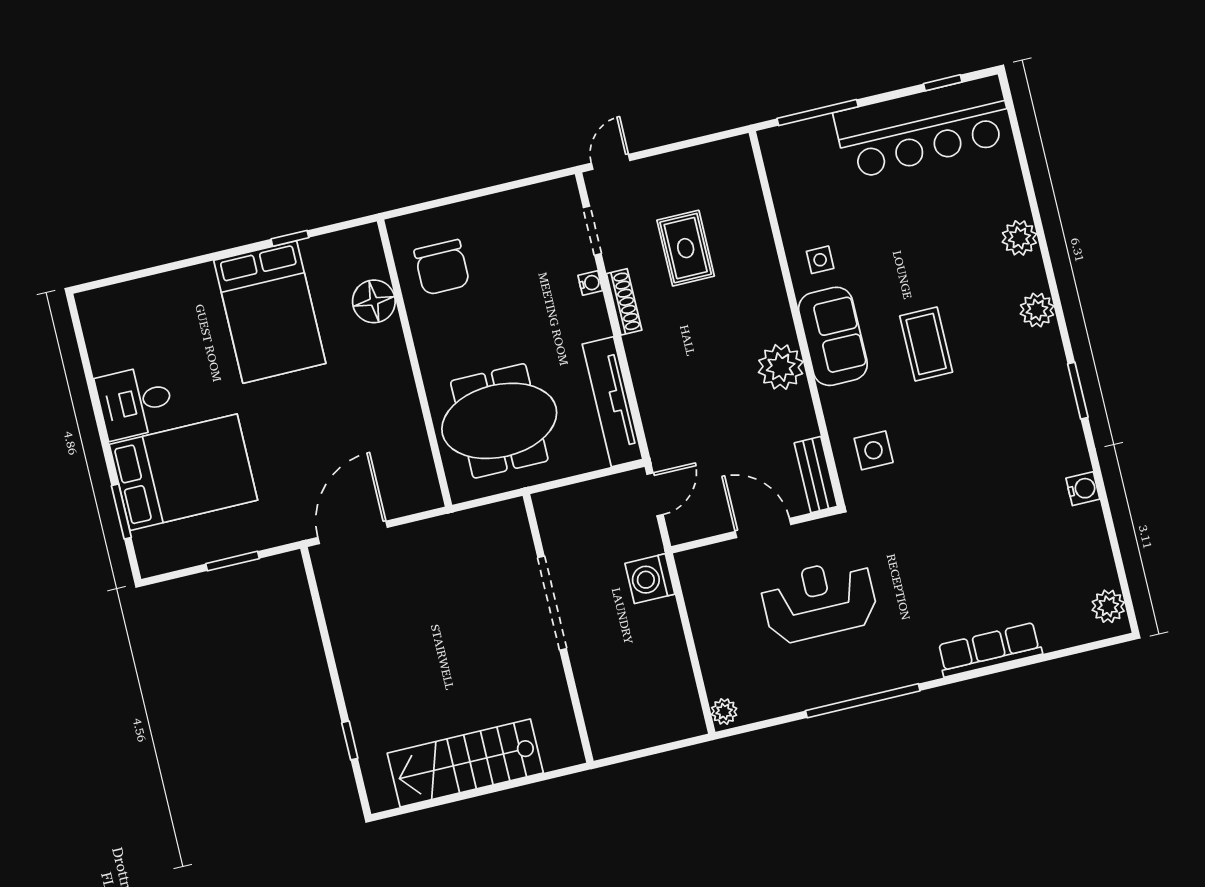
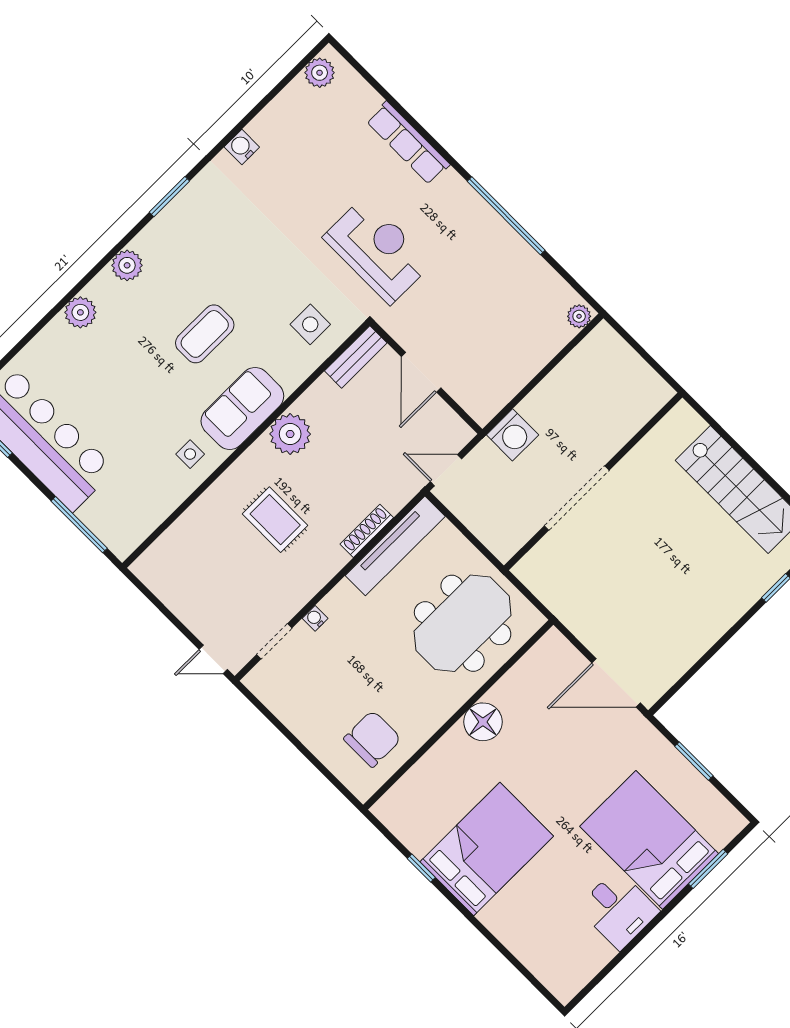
rug: (686, 248) -> (275, 520), moved, turned 90
floor lamp: (374, 301) -> (483, 722), moved
shoe rack: (624, 302) -> (367, 531), moved
meeting table: (499, 421) -> (463, 623), turned 90
reception desk: (819, 601) -> (378, 250), moved, turned 180

